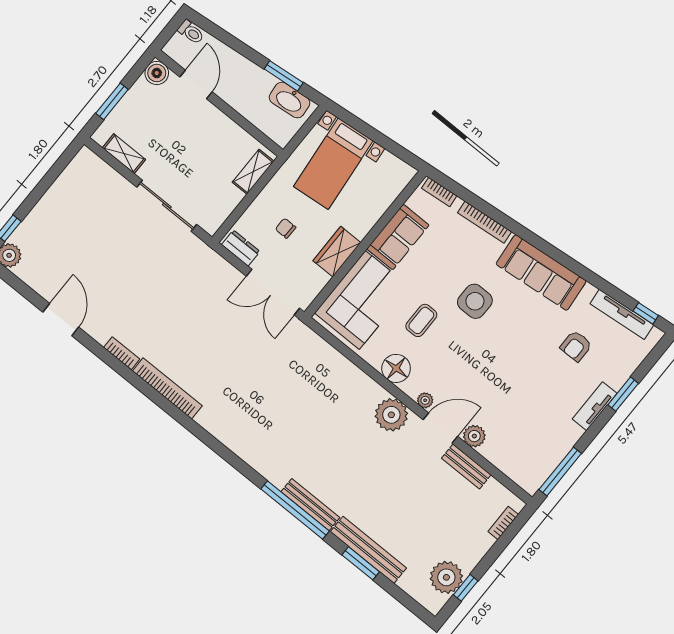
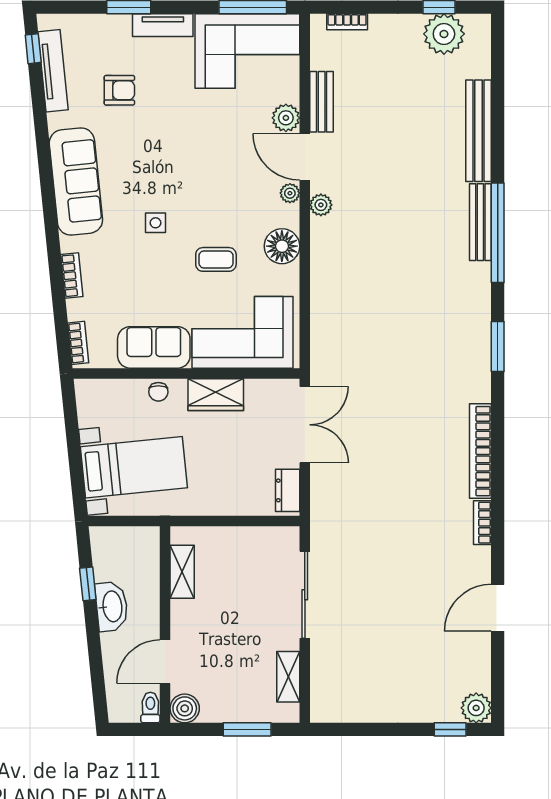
toilet: (191, 32) -> (150, 708), moved
window: (284, 76) -> (88, 584), width x0.67
washbasin: (290, 100) -> (112, 606), moved
shelving: (253, 172) -> (182, 572), moved, turned 90
bookcase: (485, 222) -> (72, 275), width x0.64
chair: (286, 228) -> (158, 392), moved
side table: (475, 301) -> (155, 223), width x0.54, depth x0.54
plant: (391, 415) -> (321, 205), width x0.53, depth x0.53
corner sofa: (536, 446) -> (247, 51), added
window: (361, 563) -> (498, 347), moved

